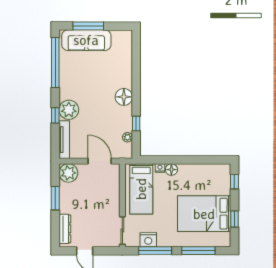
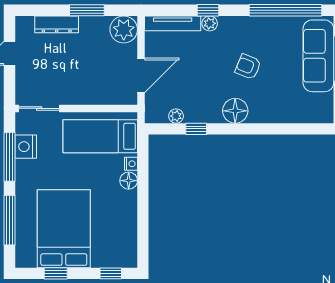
armchair: (94, 88) -> (248, 67), added
plant: (69, 110) -> (210, 23), width x0.53, depth x0.53
dresser: (65, 229) -> (57, 24), moved

